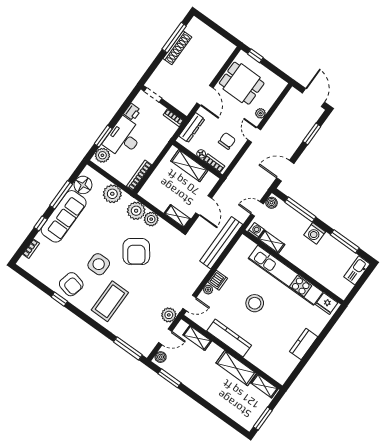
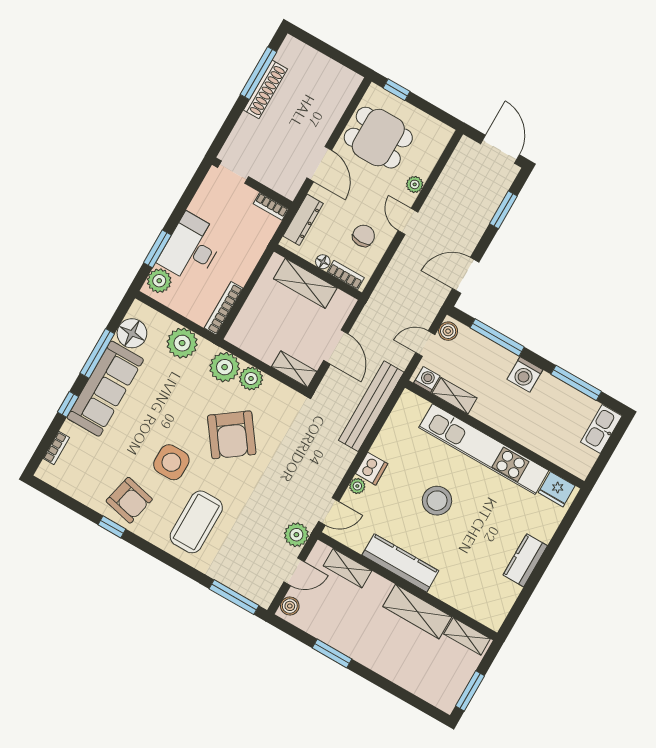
printer: (132, 112) -> (201, 204), removed
window: (169, 378) -> (332, 653), moved

